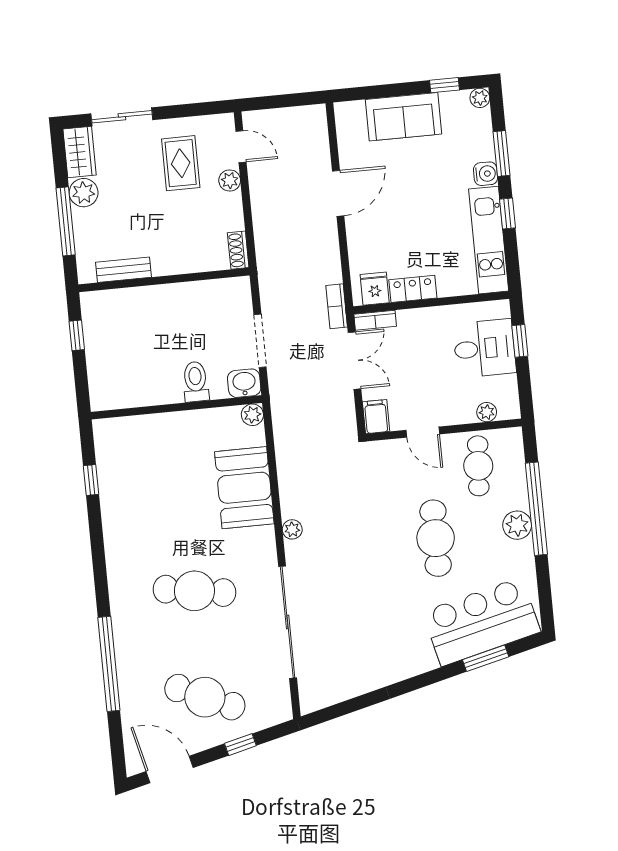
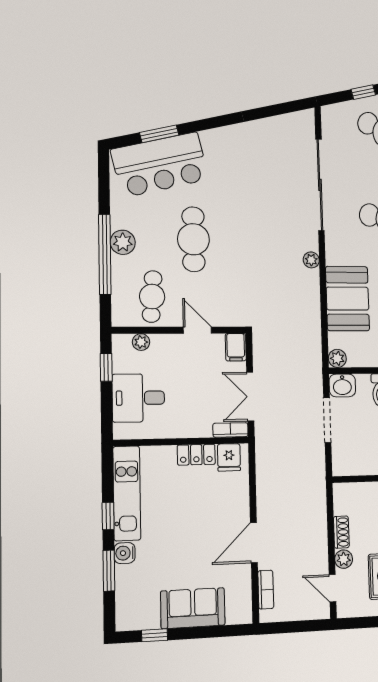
plant: (480, 98) -> (124, 622), removed
shoe rack: (238, 250) -> (341, 532), moved
bookcase: (337, 306) -> (266, 590), moved
window: (520, 341) -> (106, 367), moved

